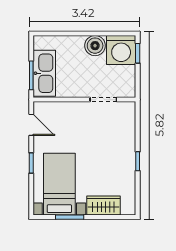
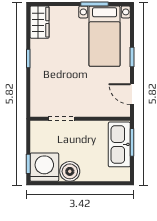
wardrobe: (103, 206) -> (40, 22), moved, turned -90

